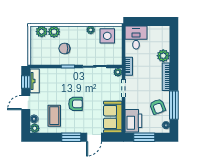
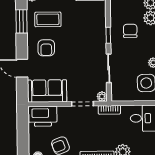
armchair: (76, 104) -> (46, 48), moved
window: (71, 137) -> (21, 21), moved
window: (144, 137) -> (23, 130), removed

